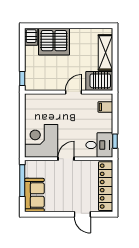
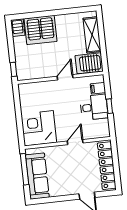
window: (115, 141) -> (109, 106), moved
desk: (99, 145) -> (94, 107), moved
door: (66, 159) -> (75, 142), moved
sofa: (34, 195) -> (37, 176), width x1.36

